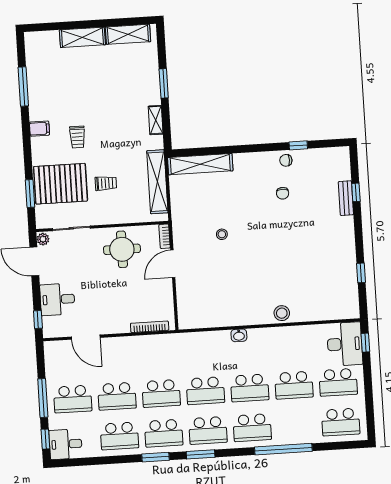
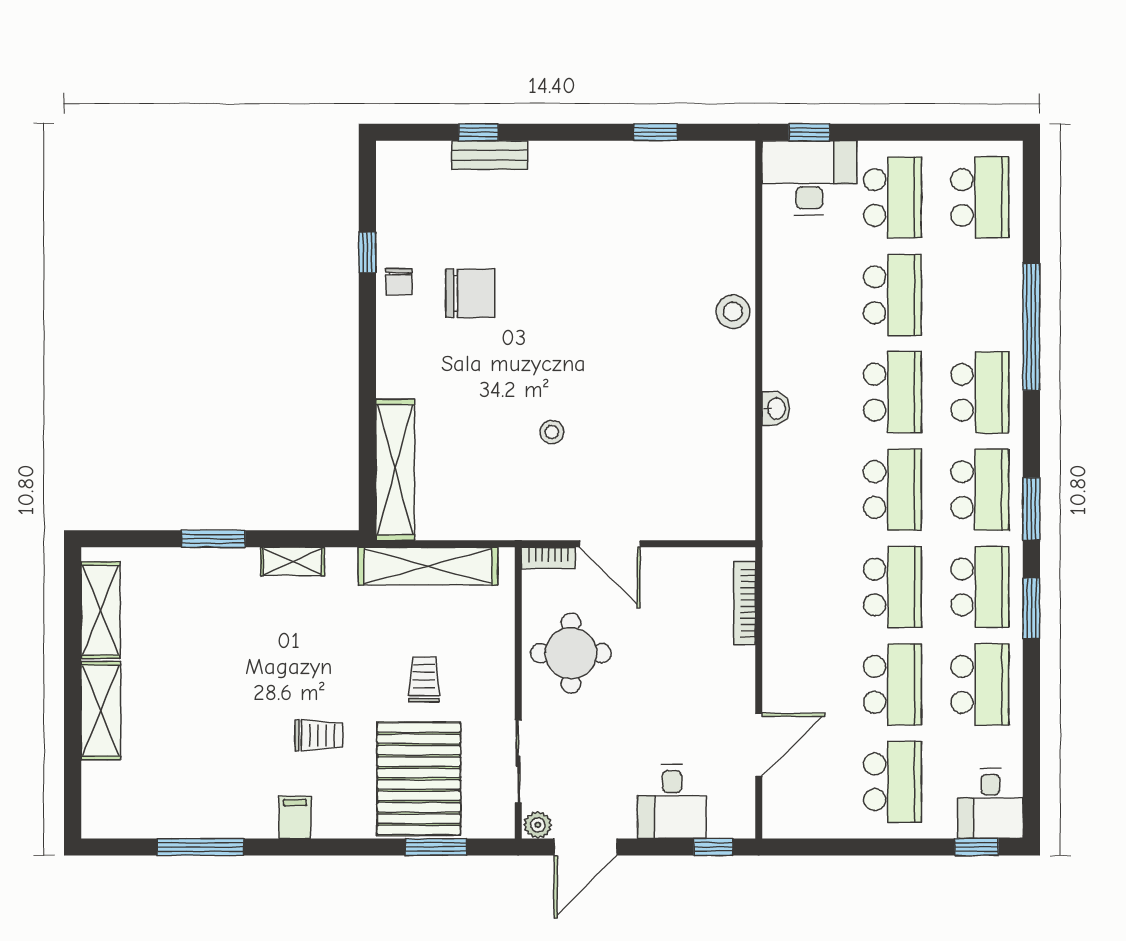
chair: (283, 193) -> (470, 293), width x1.87, depth x1.87
window: (43, 398) -> (886, 847), removed

